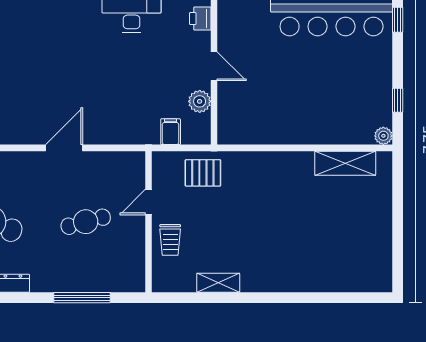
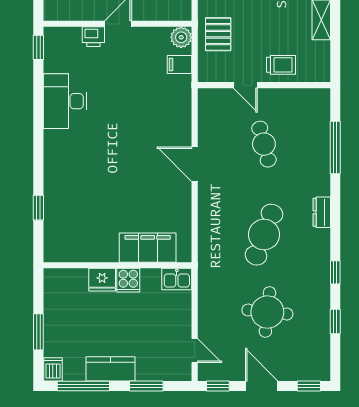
printer: (200, 19) -> (93, 37), moved
plant: (200, 101) -> (181, 37), moved

